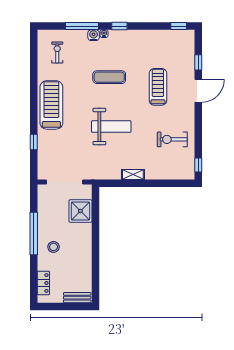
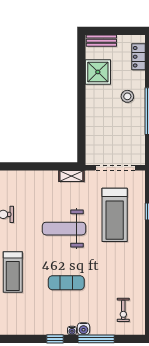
treadmill: (51, 105) -> (115, 215), moved
shelving: (133, 174) -> (71, 176), moved
shower: (80, 211) -> (98, 72), moved

